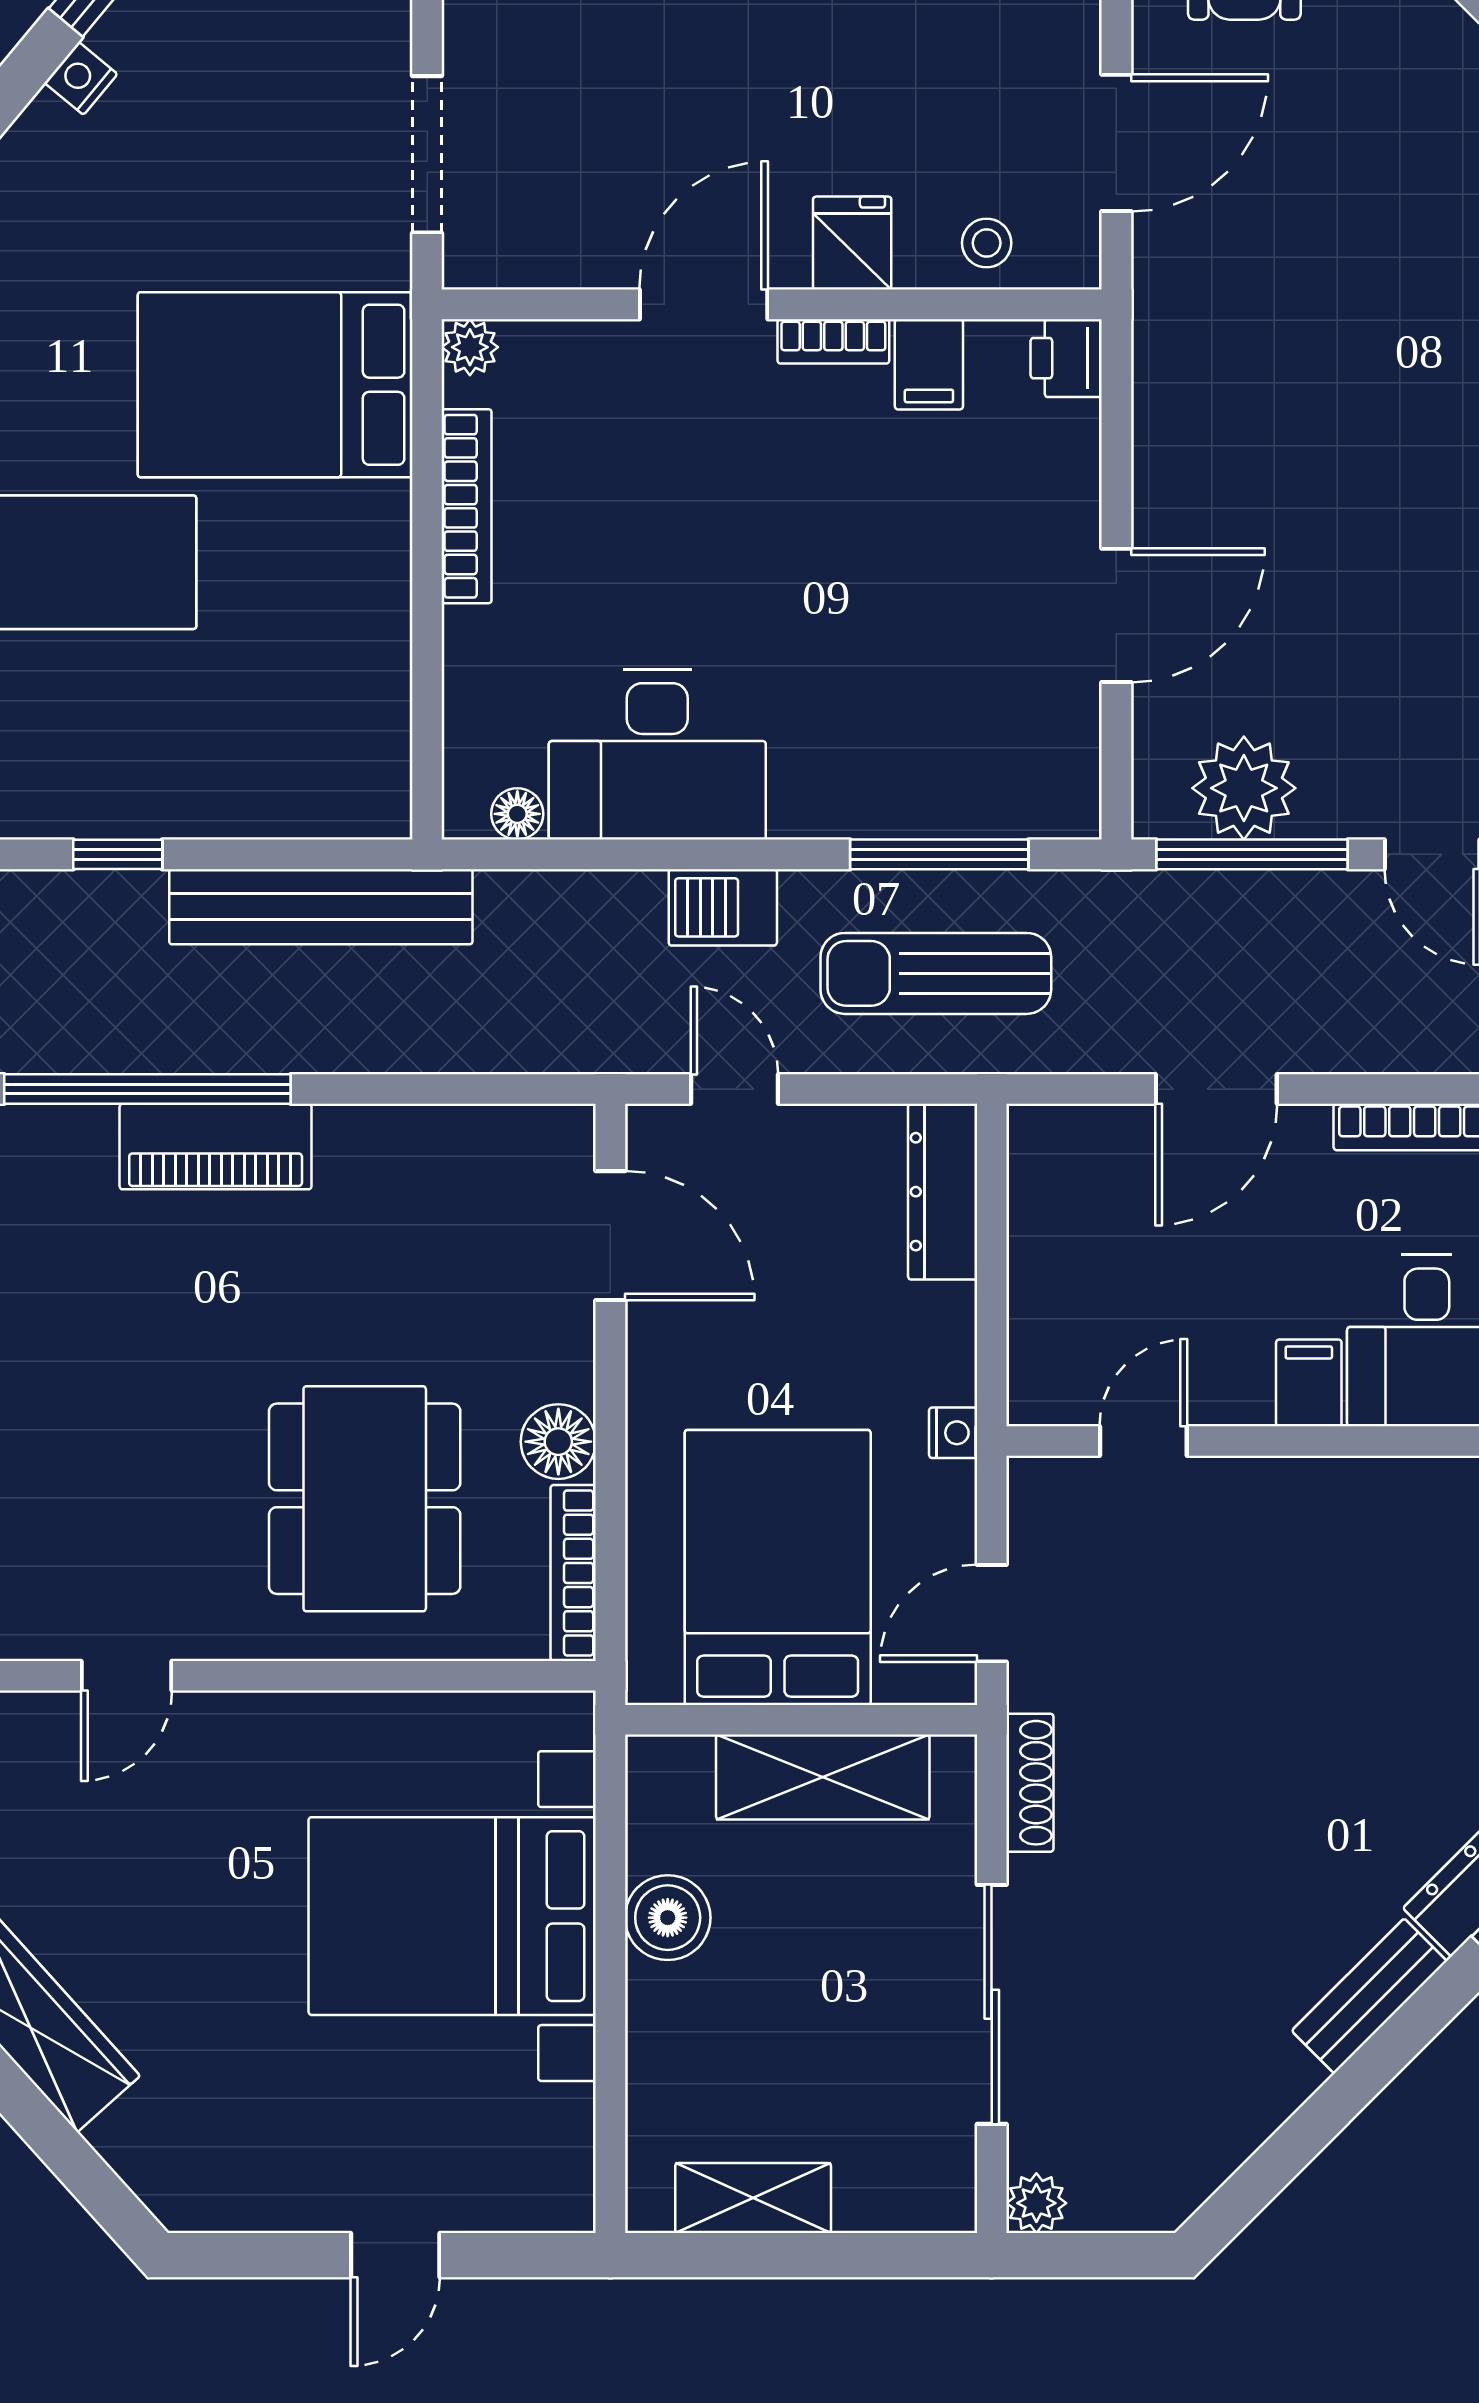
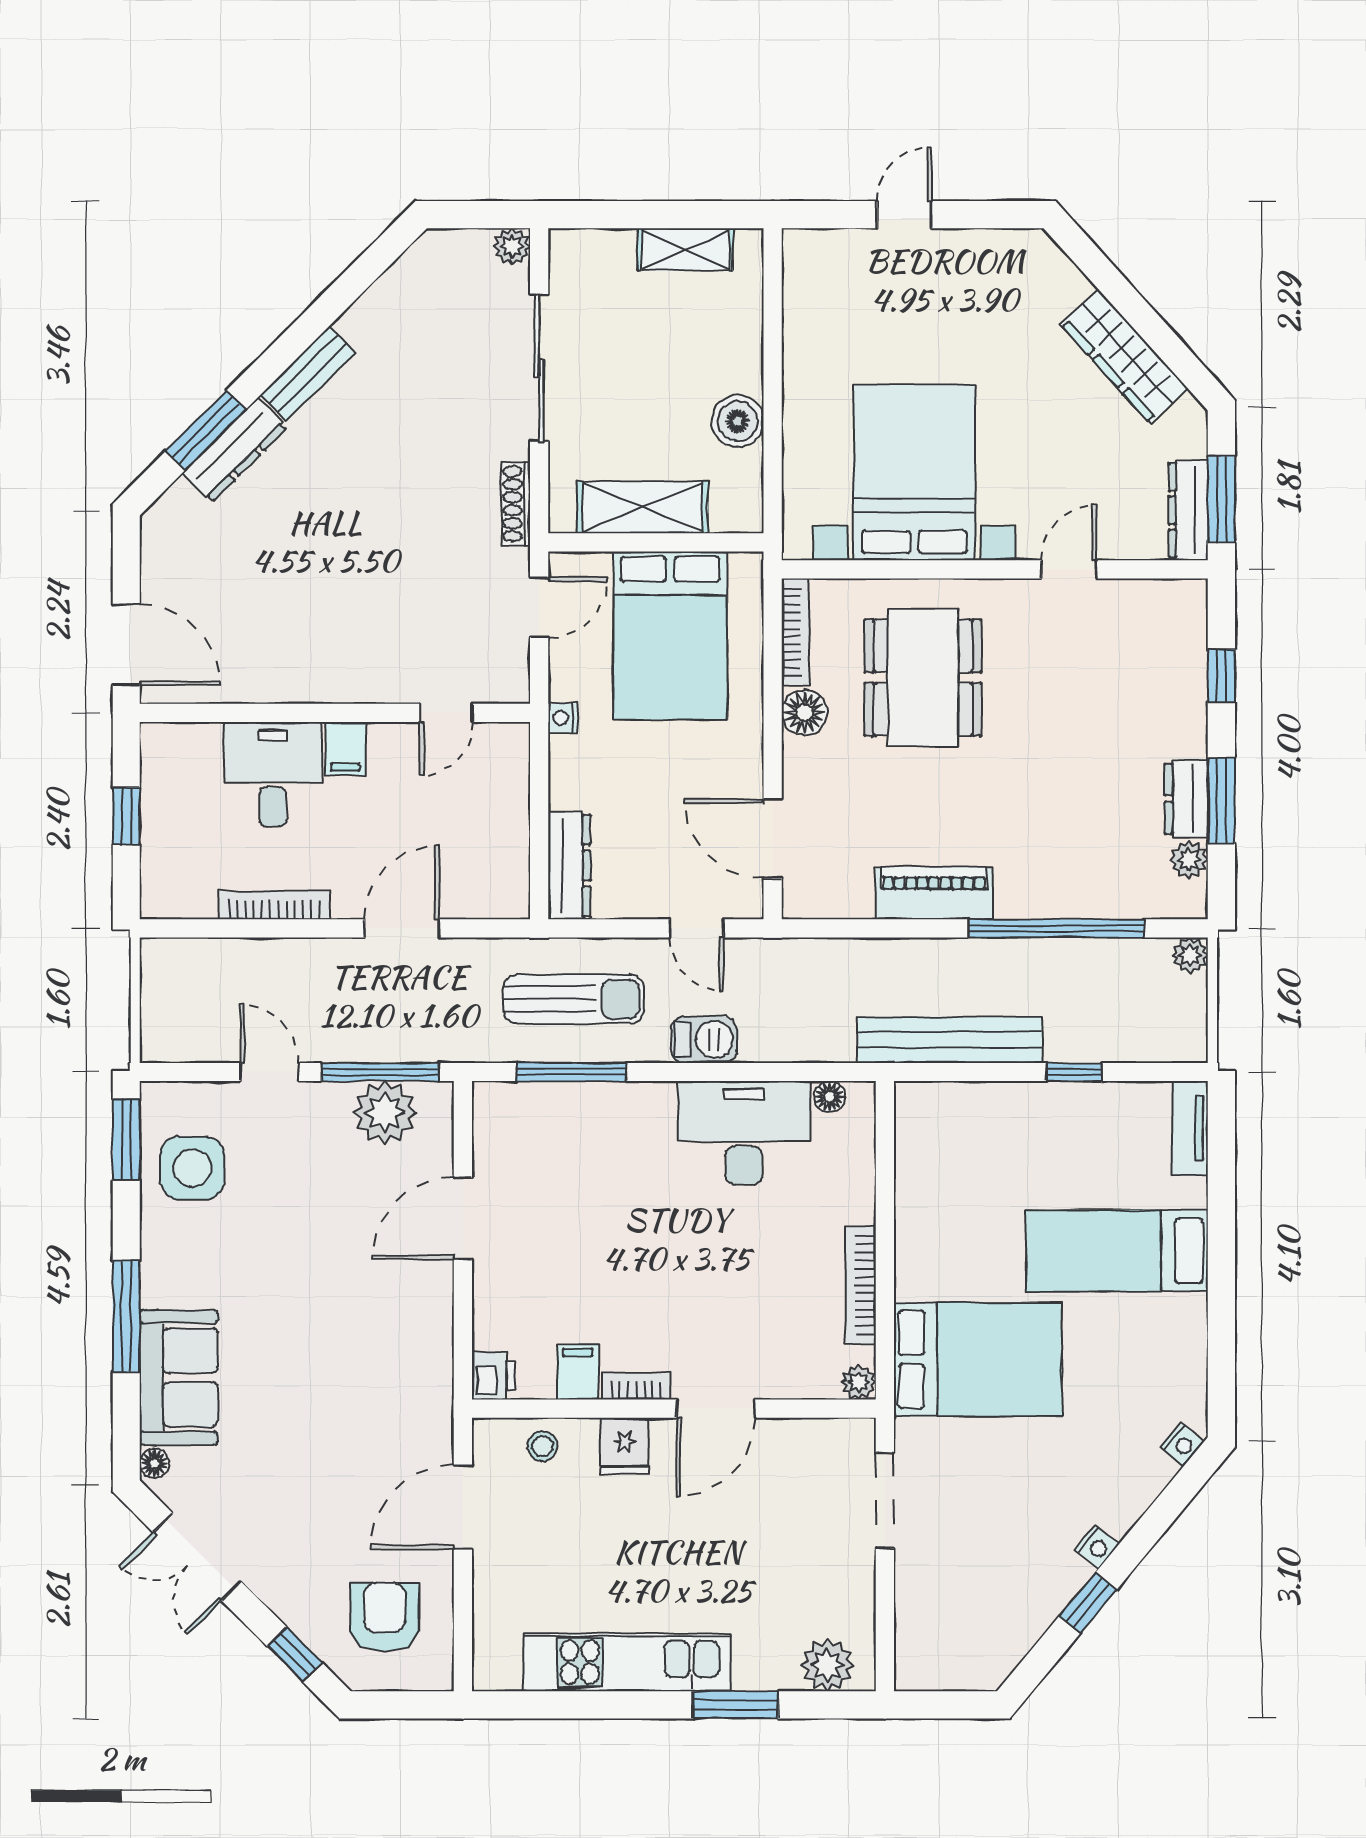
piano: (216, 1147) -> (934, 893), moved
bed with nightstands: (452, 1916) -> (914, 472), moved, turned -90

